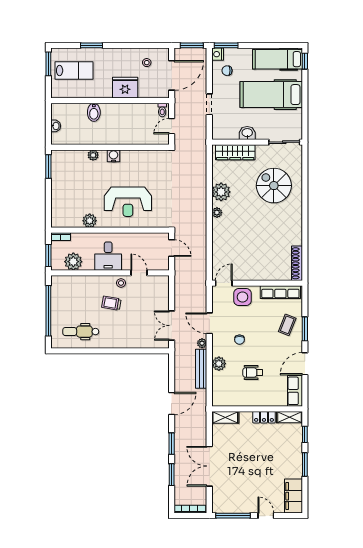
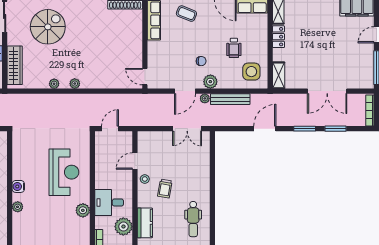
spiral stairs: (274, 186) -> (48, 27), turned 180
plant: (221, 192) -> (54, 84), width x0.53, depth x0.53
desk: (108, 256) -> (109, 203), moved, turned 180
kitchen counter: (77, 283) -> (145, 223), added
side table: (242, 297) -> (251, 72), moved
plant: (219, 364) -> (210, 82), moved
door: (172, 404) -> (265, 129), hinge flipped

